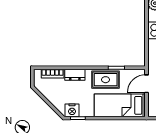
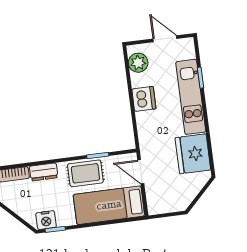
door: (146, 84) -> (141, 172), hinge flipped

